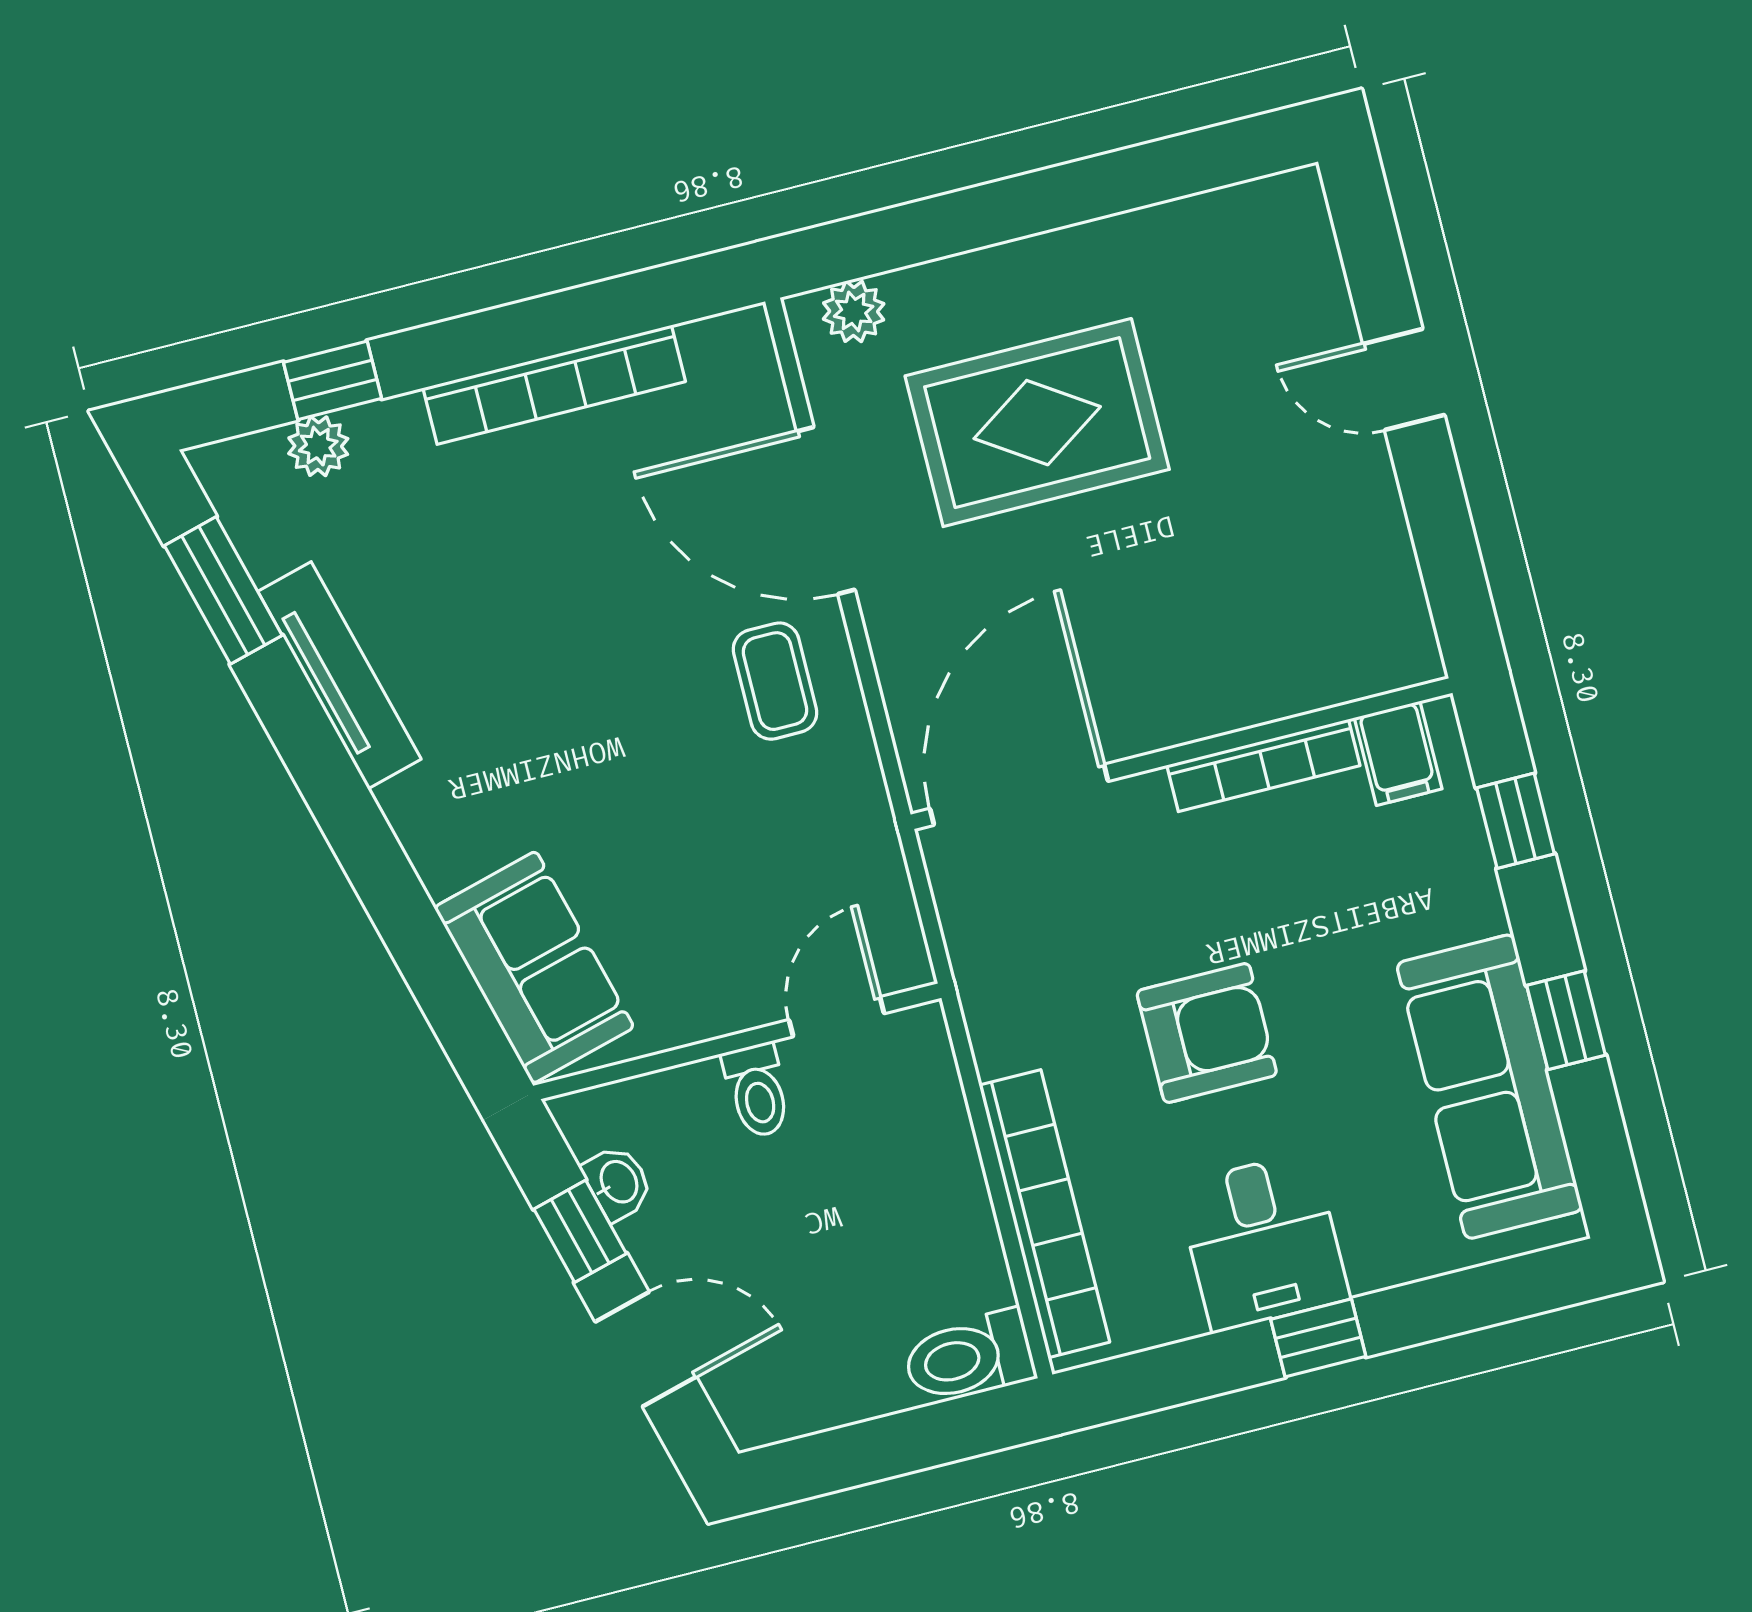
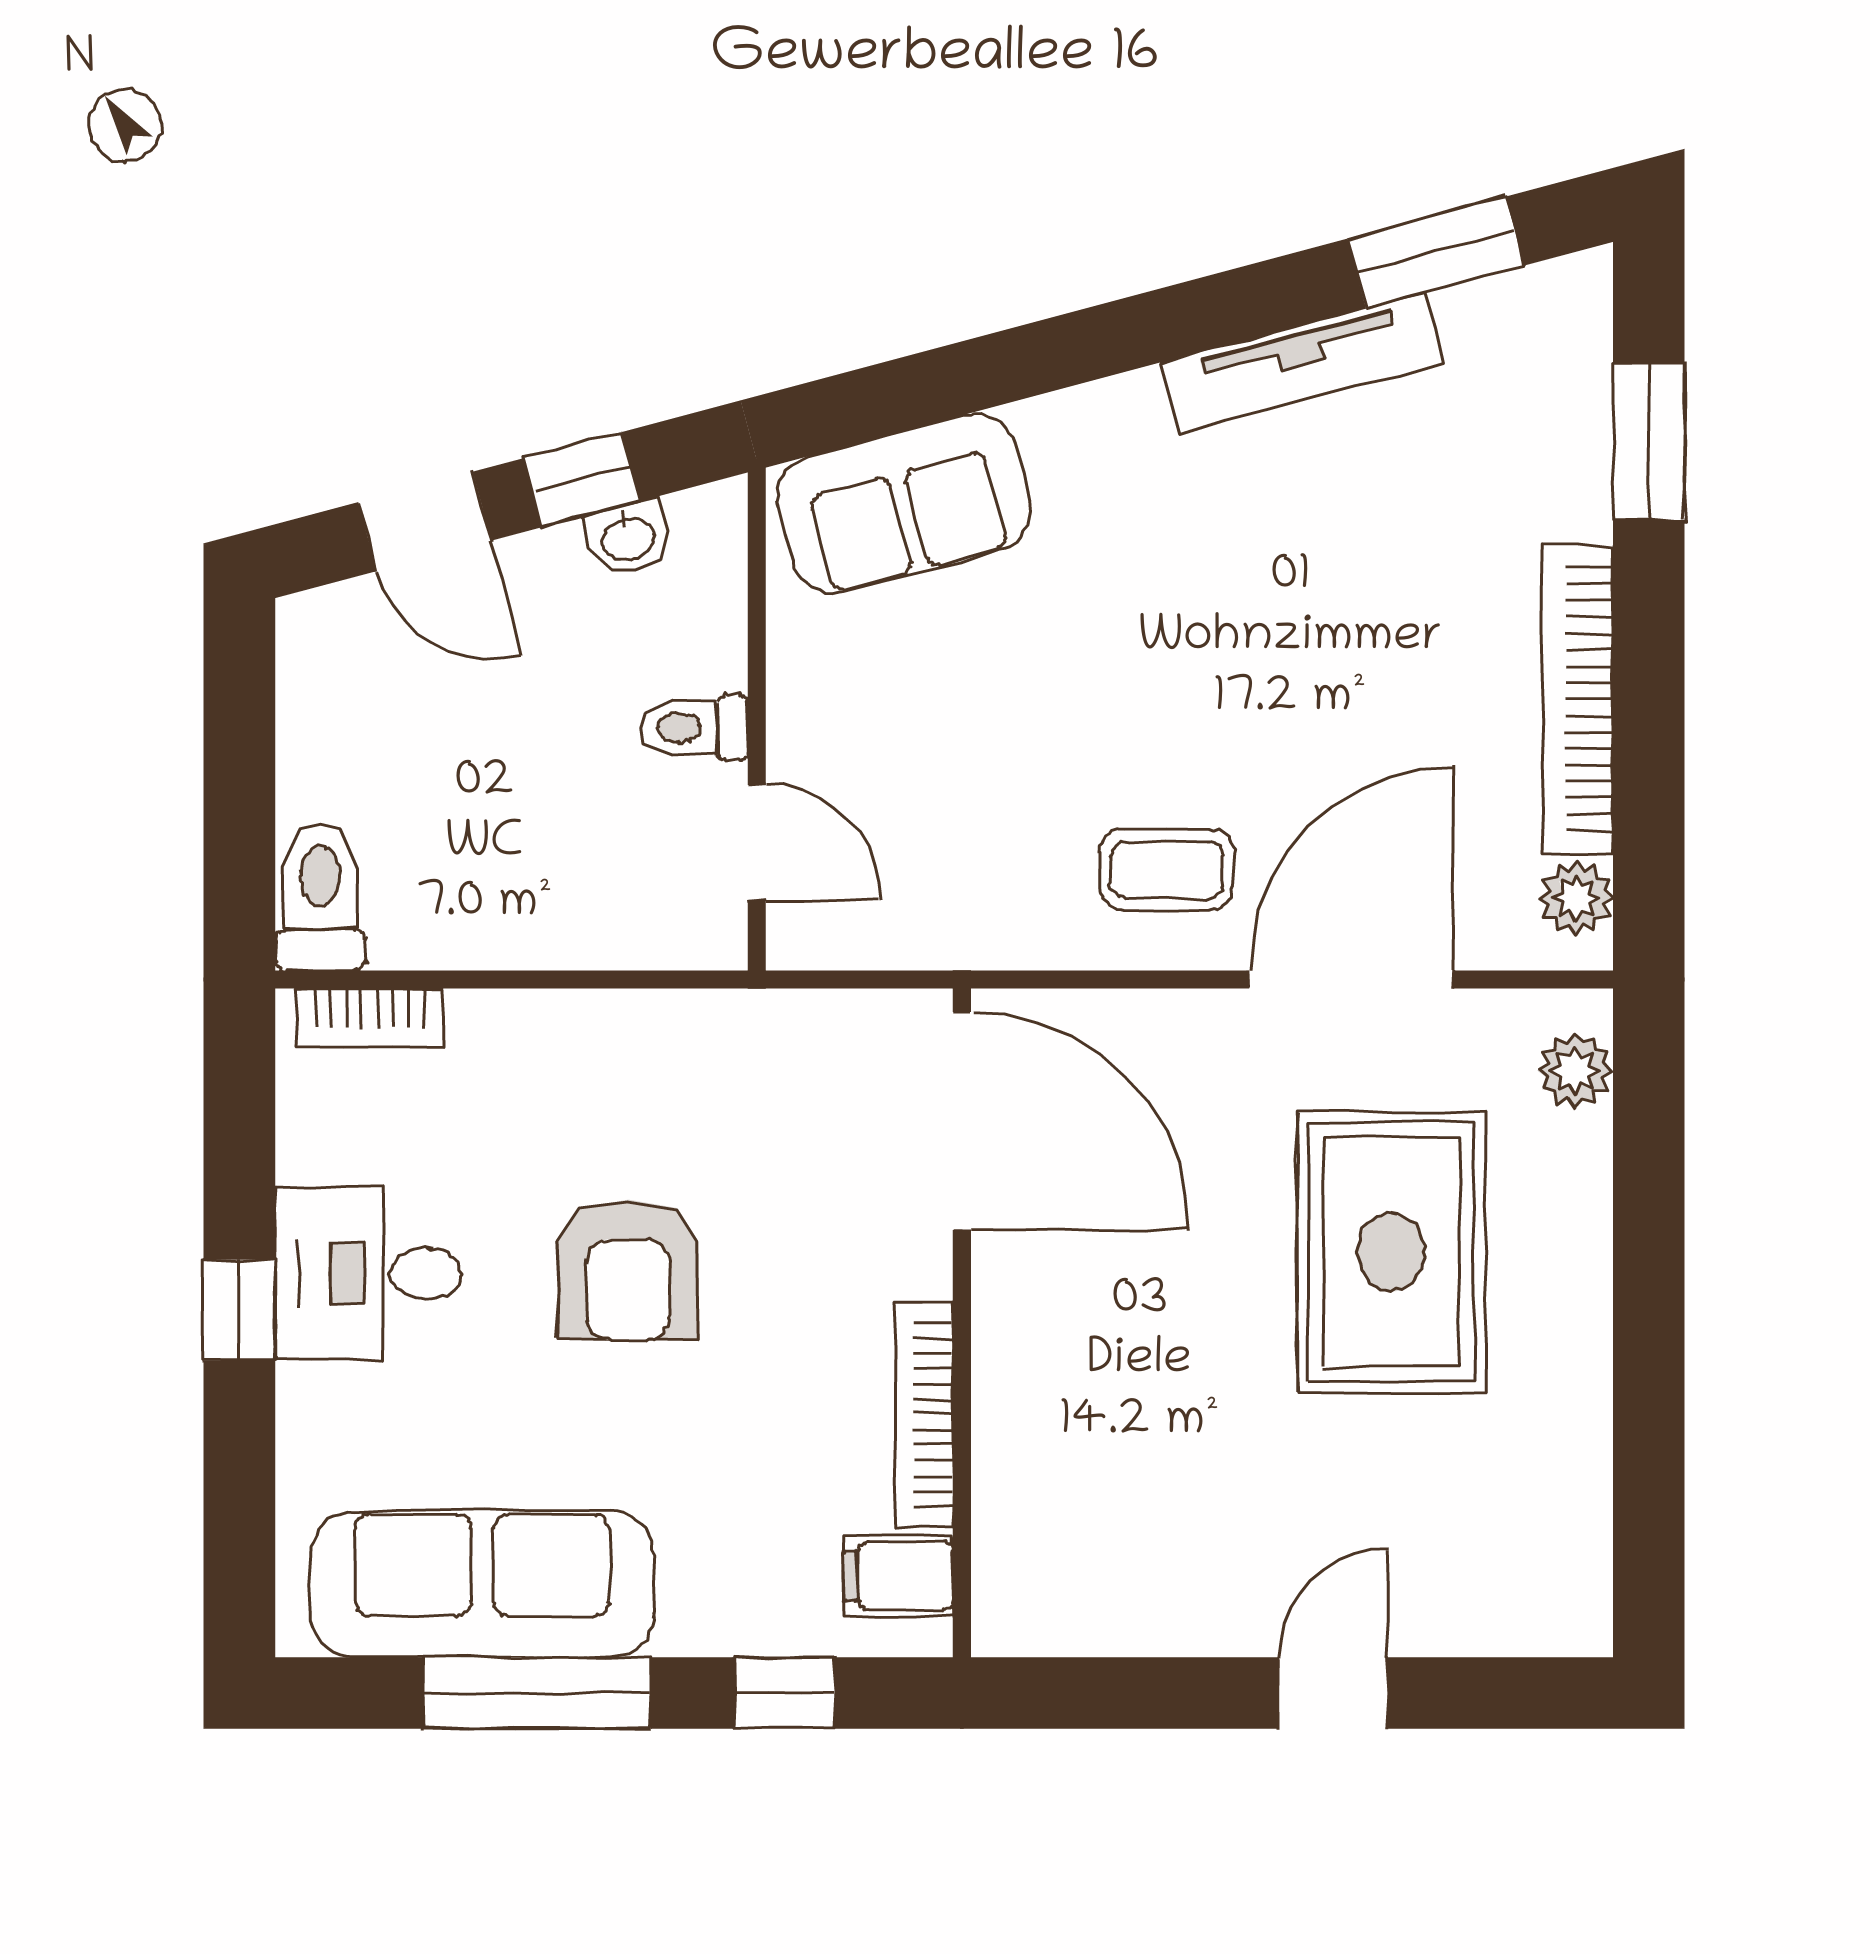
window: (332, 380) -> (1649, 442), width x1.50
plant: (318, 446) -> (1576, 898), moved
window: (1566, 1020) -> (537, 1693), width x2.17
bookcase: (1044, 1214) -> (369, 1018), width x0.43, depth x0.76
door: (646, 1349) -> (425, 521), hinge flipped

